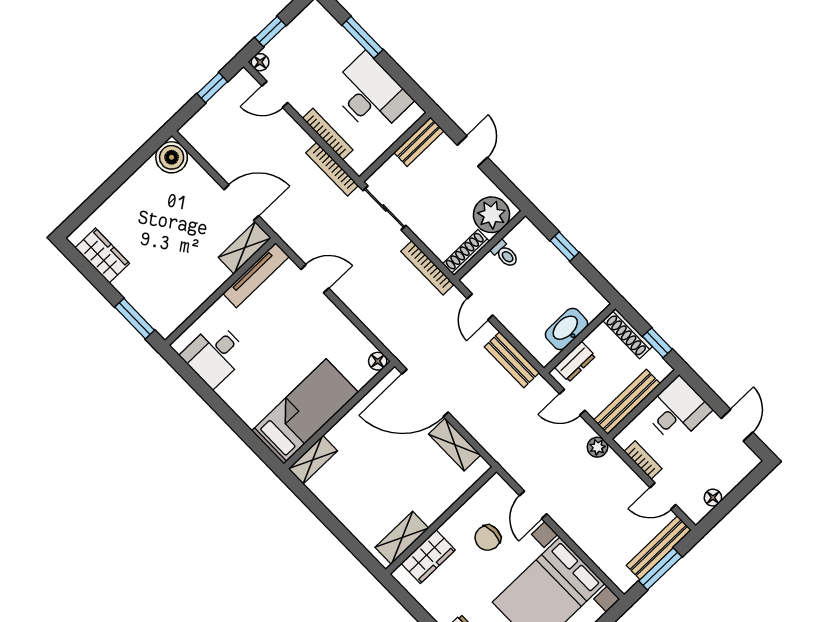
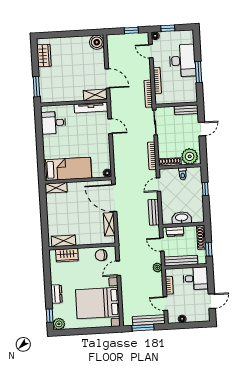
window: (362, 37) -> (199, 72), moved
desk: (370, 94) -> (182, 61), moved
chair: (488, 538) -> (101, 255), moved

